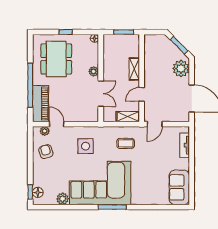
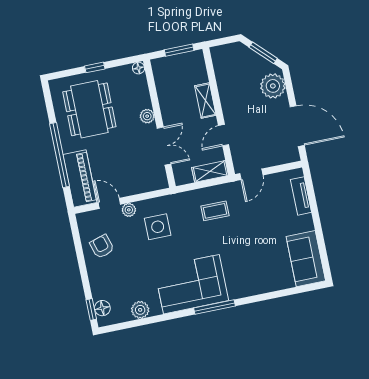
plant: (45, 131) -> (129, 210), moved
corner sofa: (100, 183) -> (191, 284), width x0.73, depth x0.74

